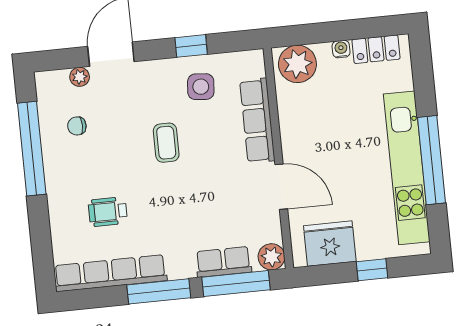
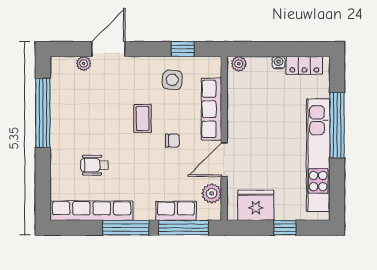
window: (191, 46) -> (183, 49), moved
plant: (297, 64) -> (239, 64), width x0.53, depth x0.53
chair: (77, 126) -> (172, 141), moved, turned 180
window: (432, 160) -> (337, 125), moved
door: (281, 187) -> (224, 160), swing flipped
plant: (271, 257) -> (212, 193), moved

